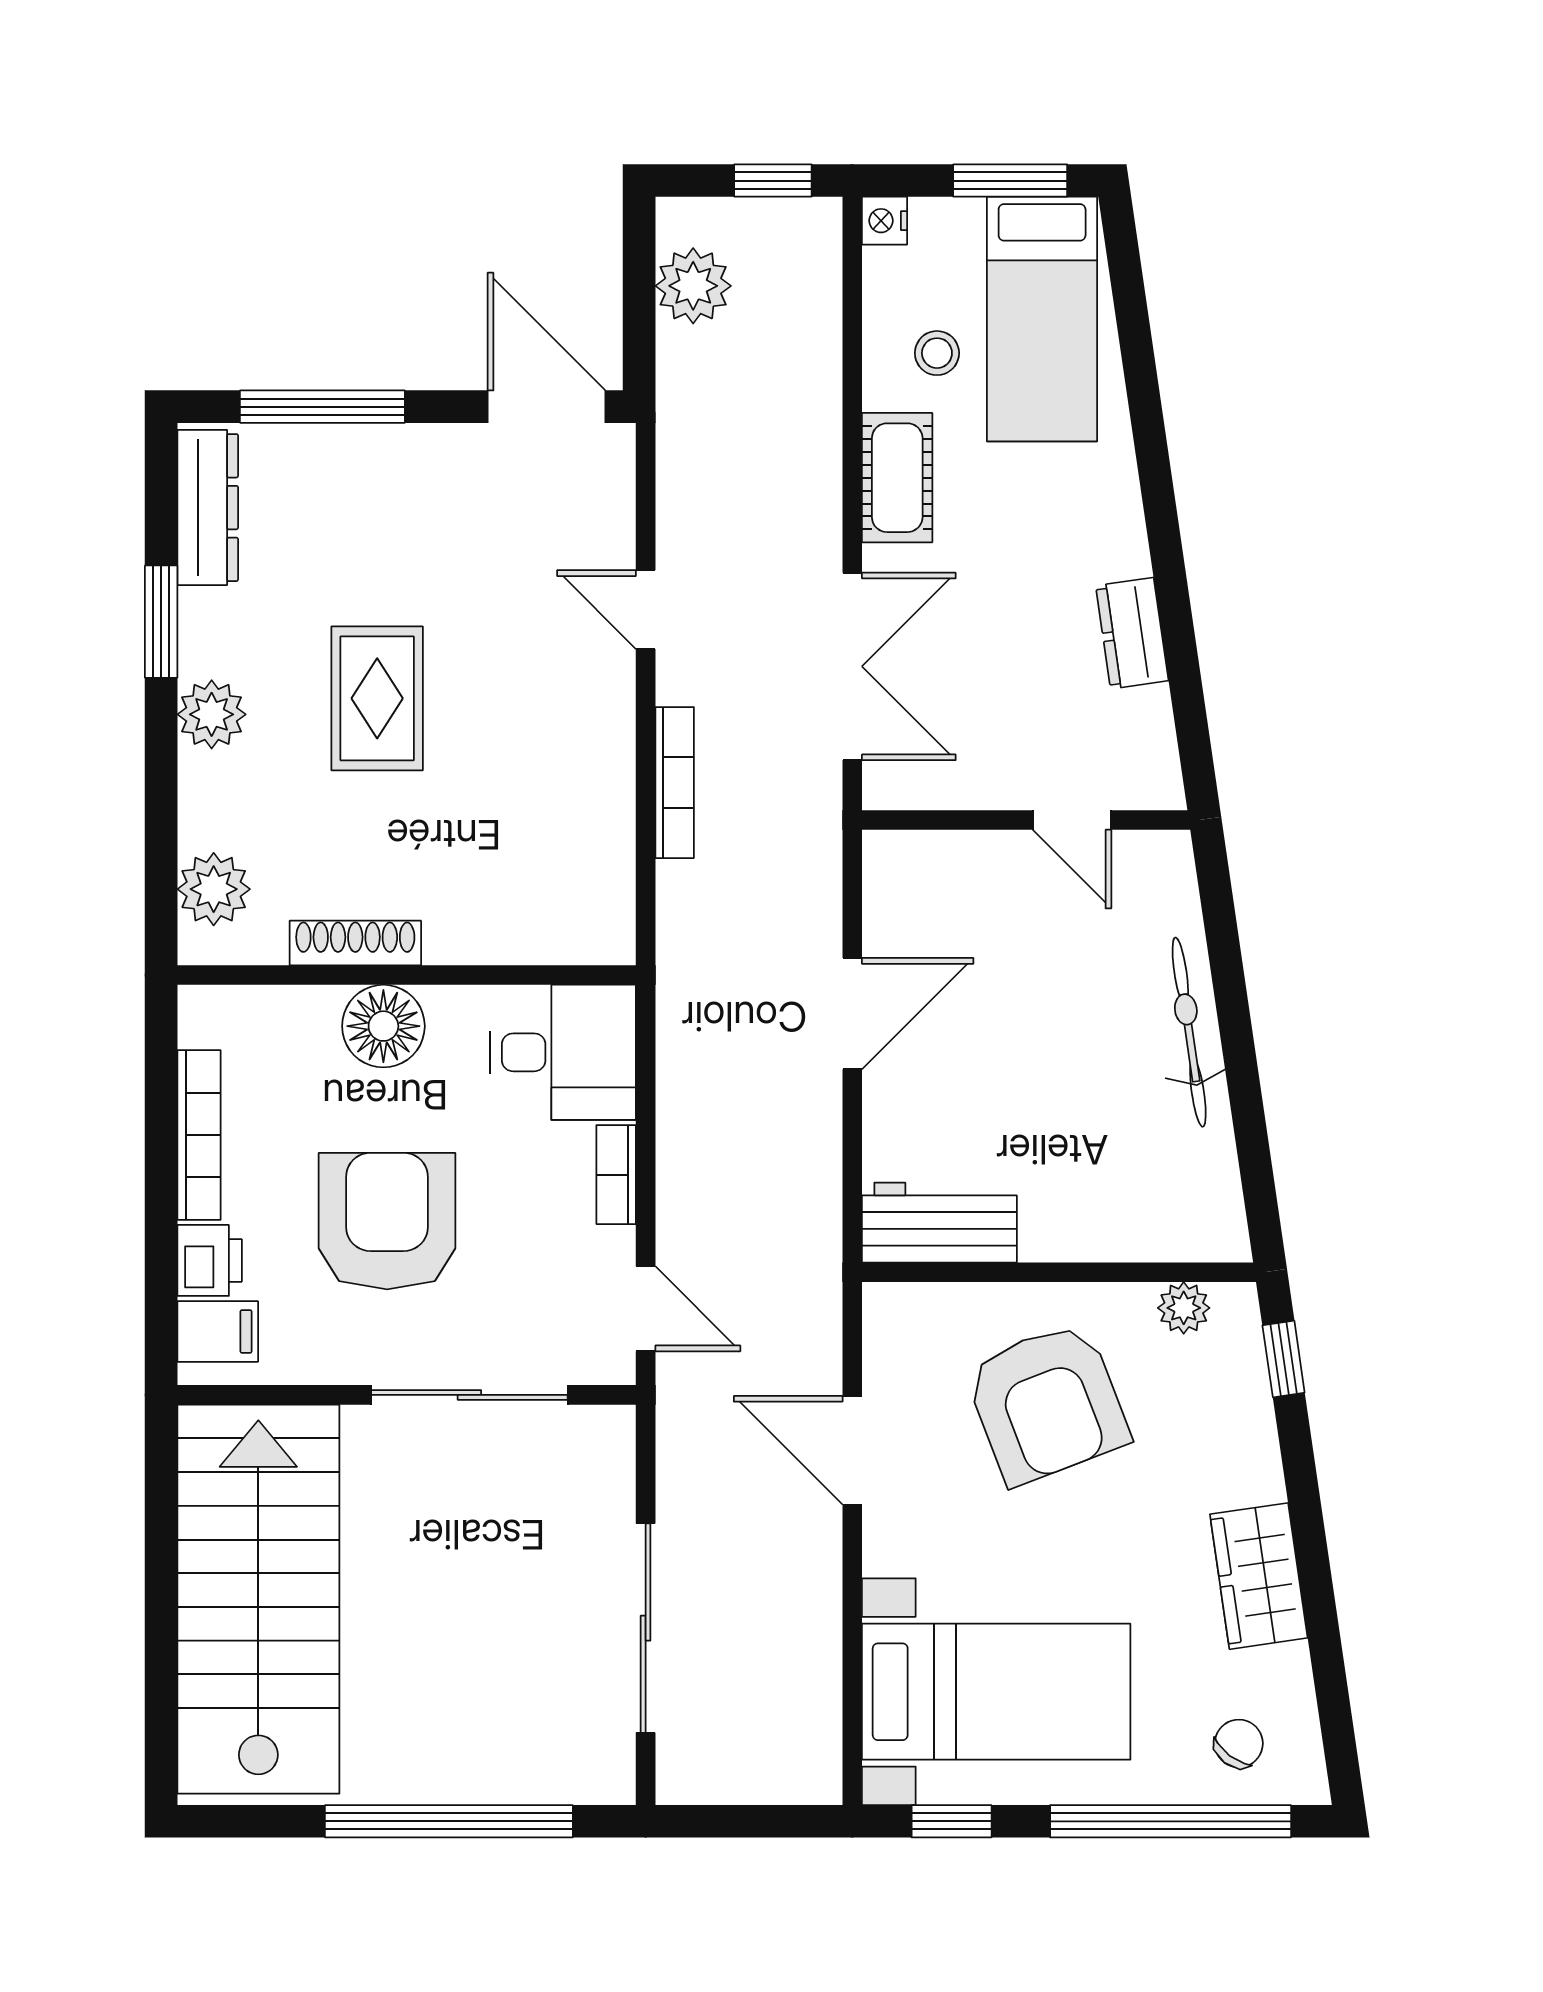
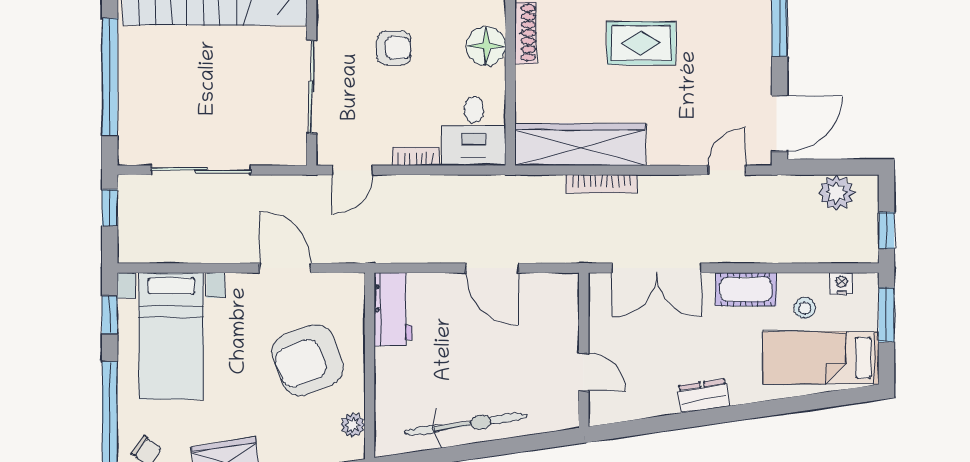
window: (1010, 181) -> (886, 315), moved
nightstand: (885, 221) -> (841, 283), moved
door: (646, 610) -> (727, 170), moved
dresser: (1132, 633) -> (704, 396), moved
door: (1072, 820) -> (584, 372), swing flipped
wardrobe: (591, 828) -> (580, 144), added
bicycle: (1189, 1032) -> (466, 424), width x1.37, depth x1.40
armchair: (387, 1221) -> (394, 48), width x0.53, depth x0.53
door: (852, 1450) -> (285, 268), hinge flipped
window: (725, 1821) -> (110, 208), added

